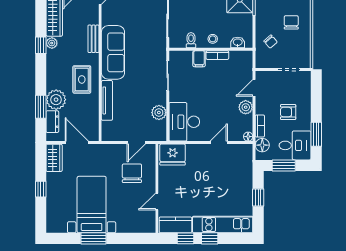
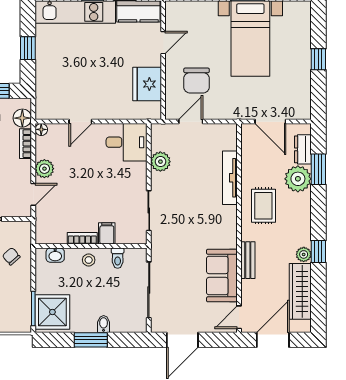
sofa: (113, 52) -> (222, 276), moved, width x0.73
desk: (184, 122) -> (127, 142), width x0.73
fridge: (173, 155) -> (147, 84), moved, turned -90
wardrobe: (54, 158) -> (300, 101), removed

